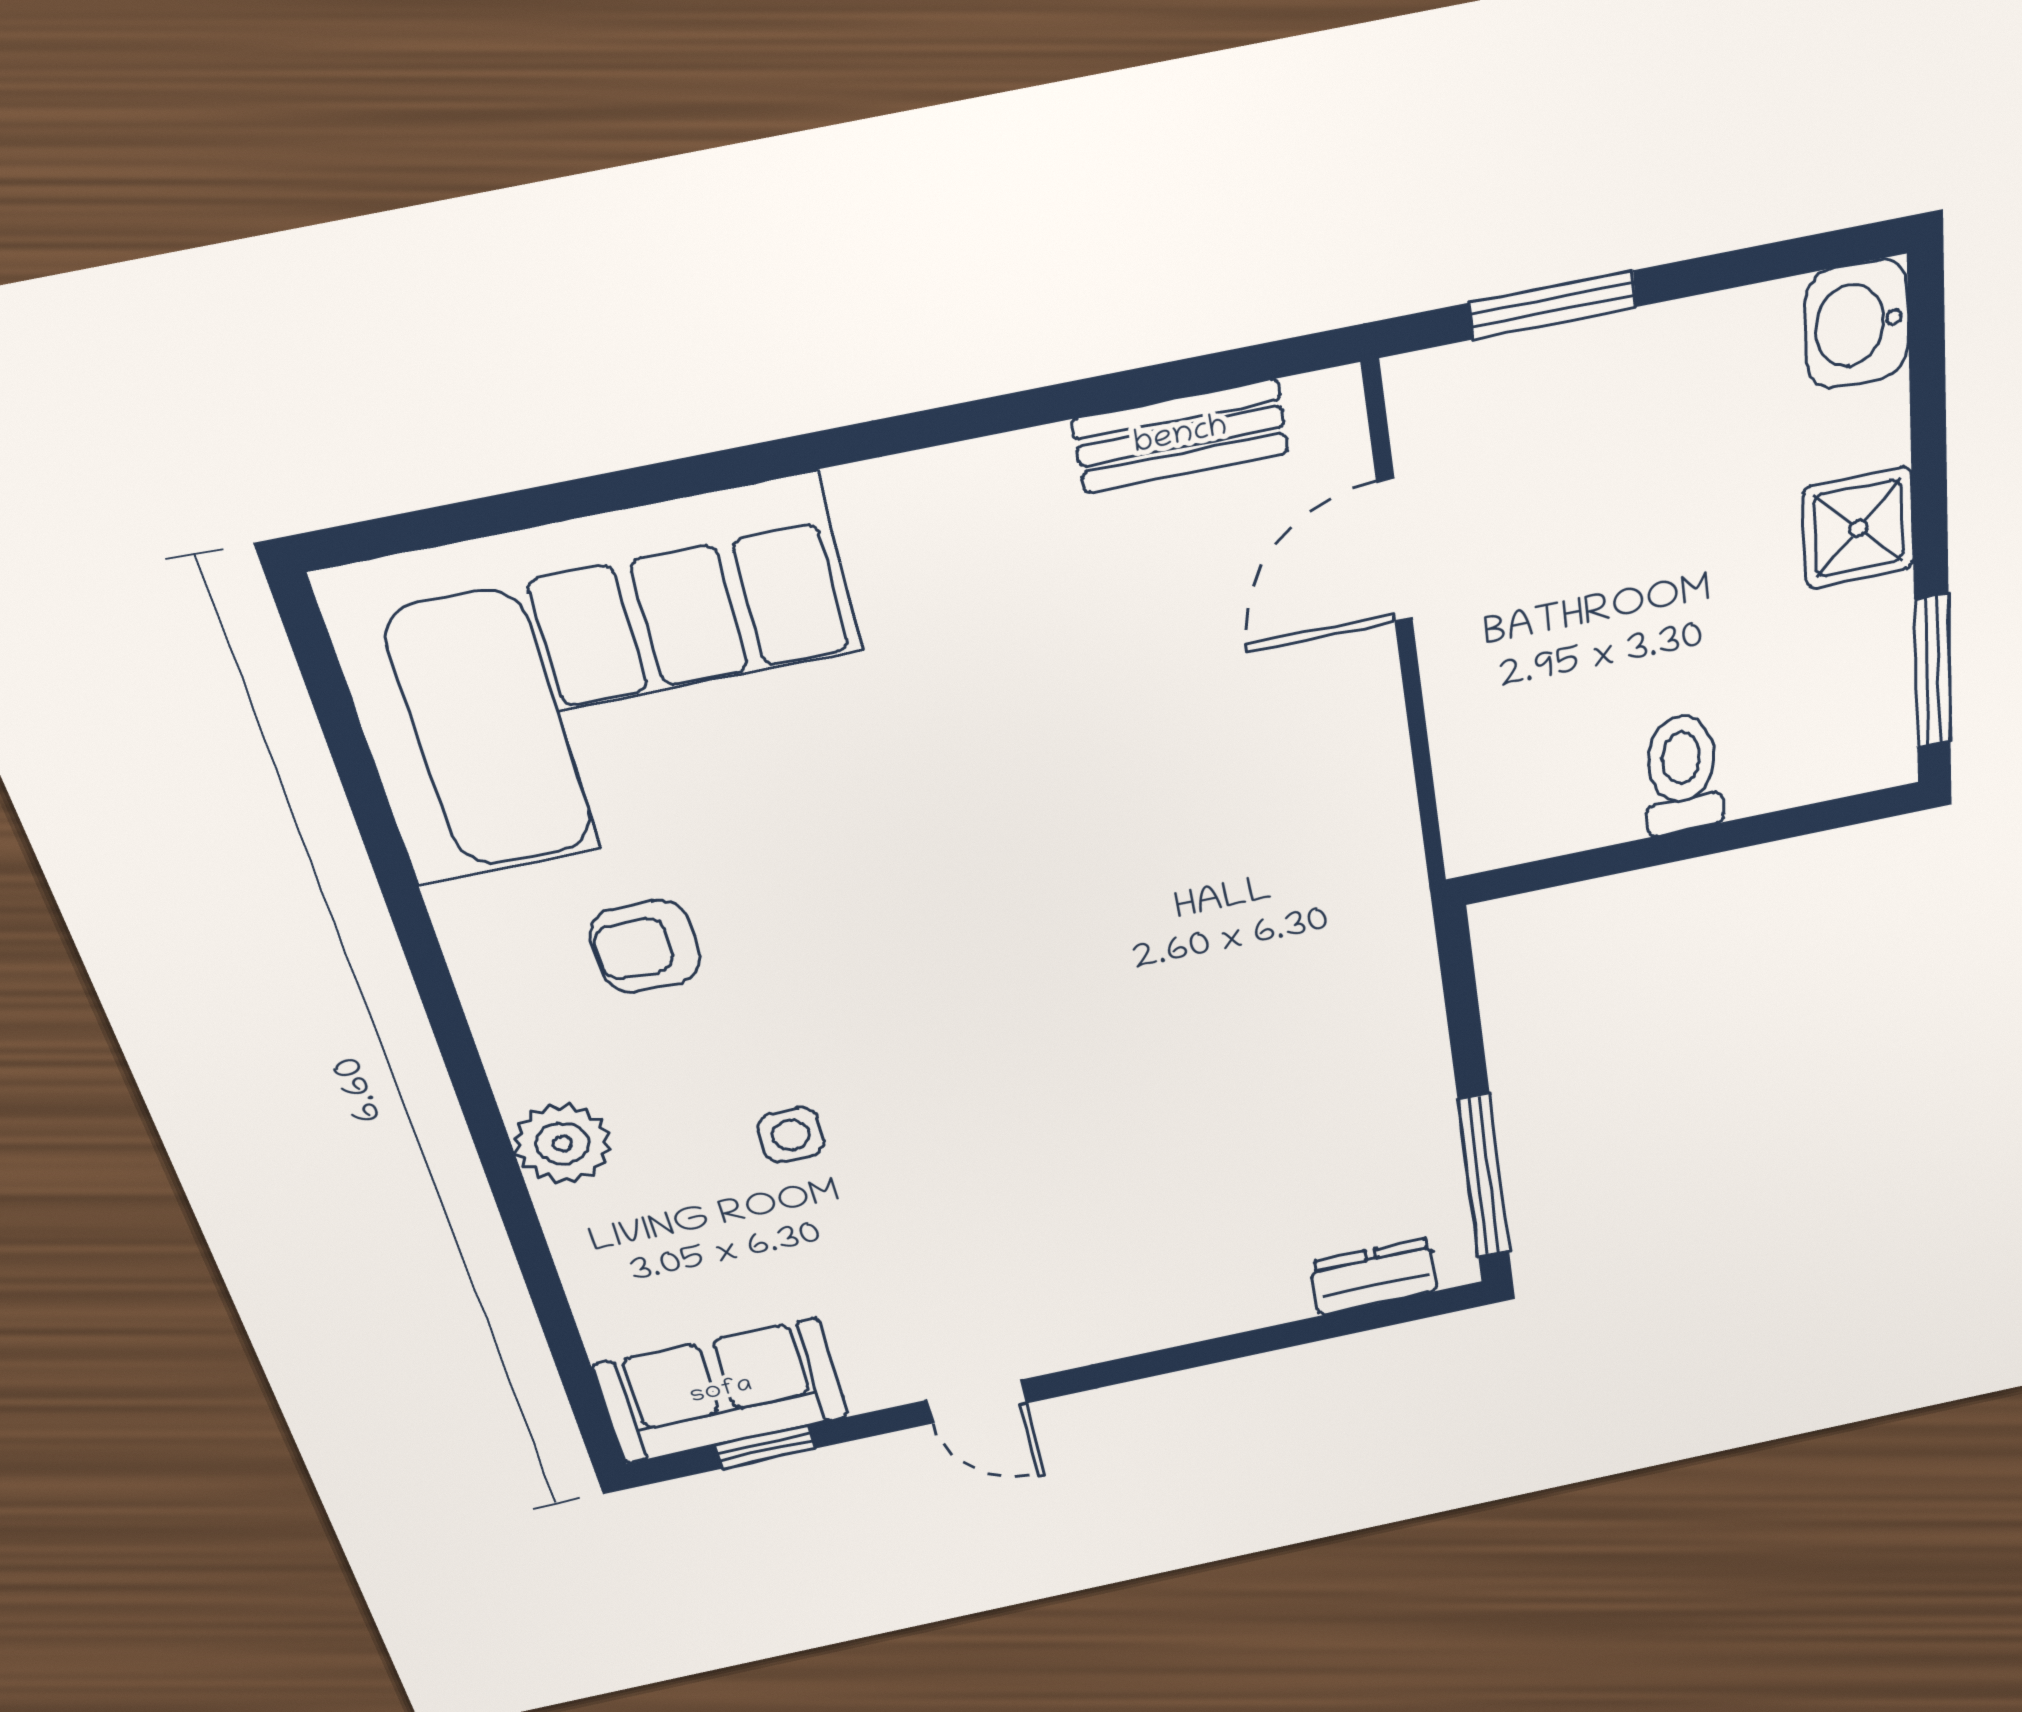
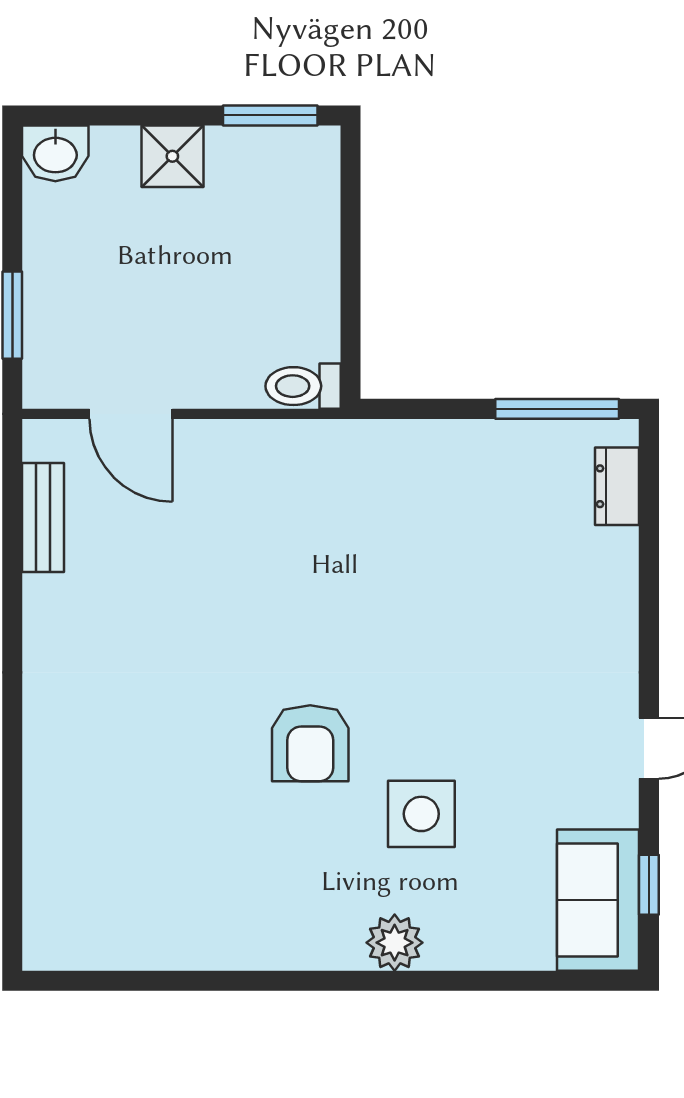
corner sofa: (612, 684) -> (117, 838), removed
toilet: (1682, 774) -> (303, 386), moved
armchair: (645, 947) -> (310, 743), moved, width x1.38, depth x1.38
side table: (791, 1135) -> (421, 814), width x1.87, depth x1.87

